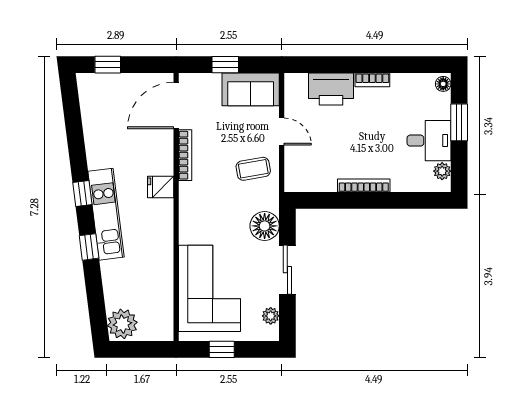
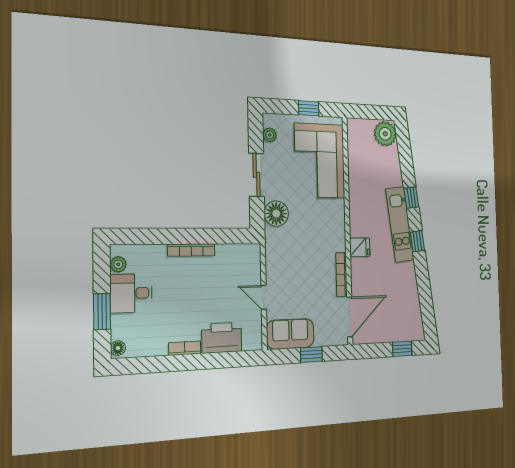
coffee table: (253, 169) -> (287, 264), removed

